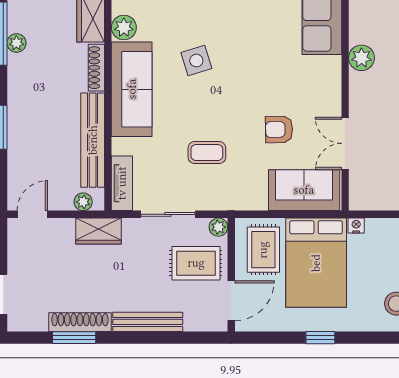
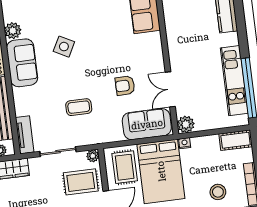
plant: (361, 58) -> (186, 124), moved
side table: (196, 61) -> (64, 47), turned 45
sofa: (132, 89) -> (22, 63), width x0.73

